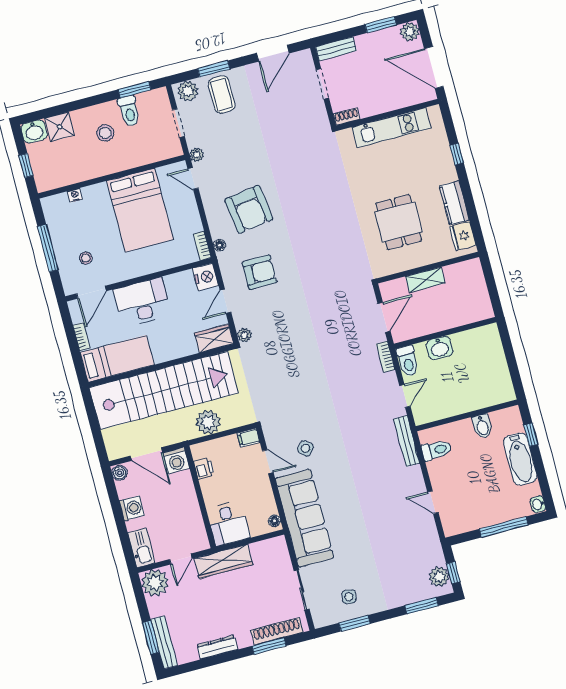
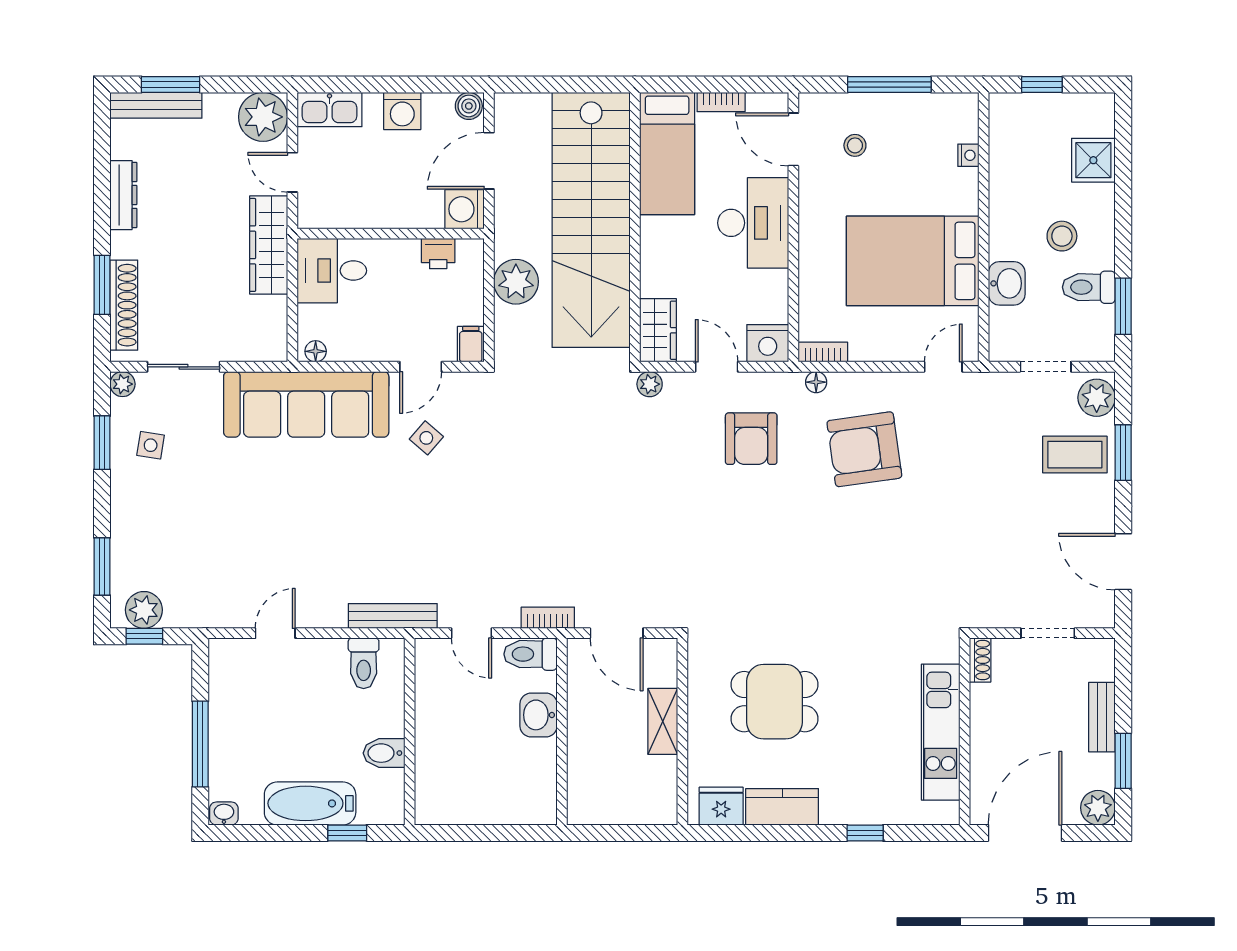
bench: (336, 49) -> (1102, 717), moved
washbasin: (34, 131) -> (1007, 283), moved, turned 180
plant: (197, 155) -> (122, 384), moved

